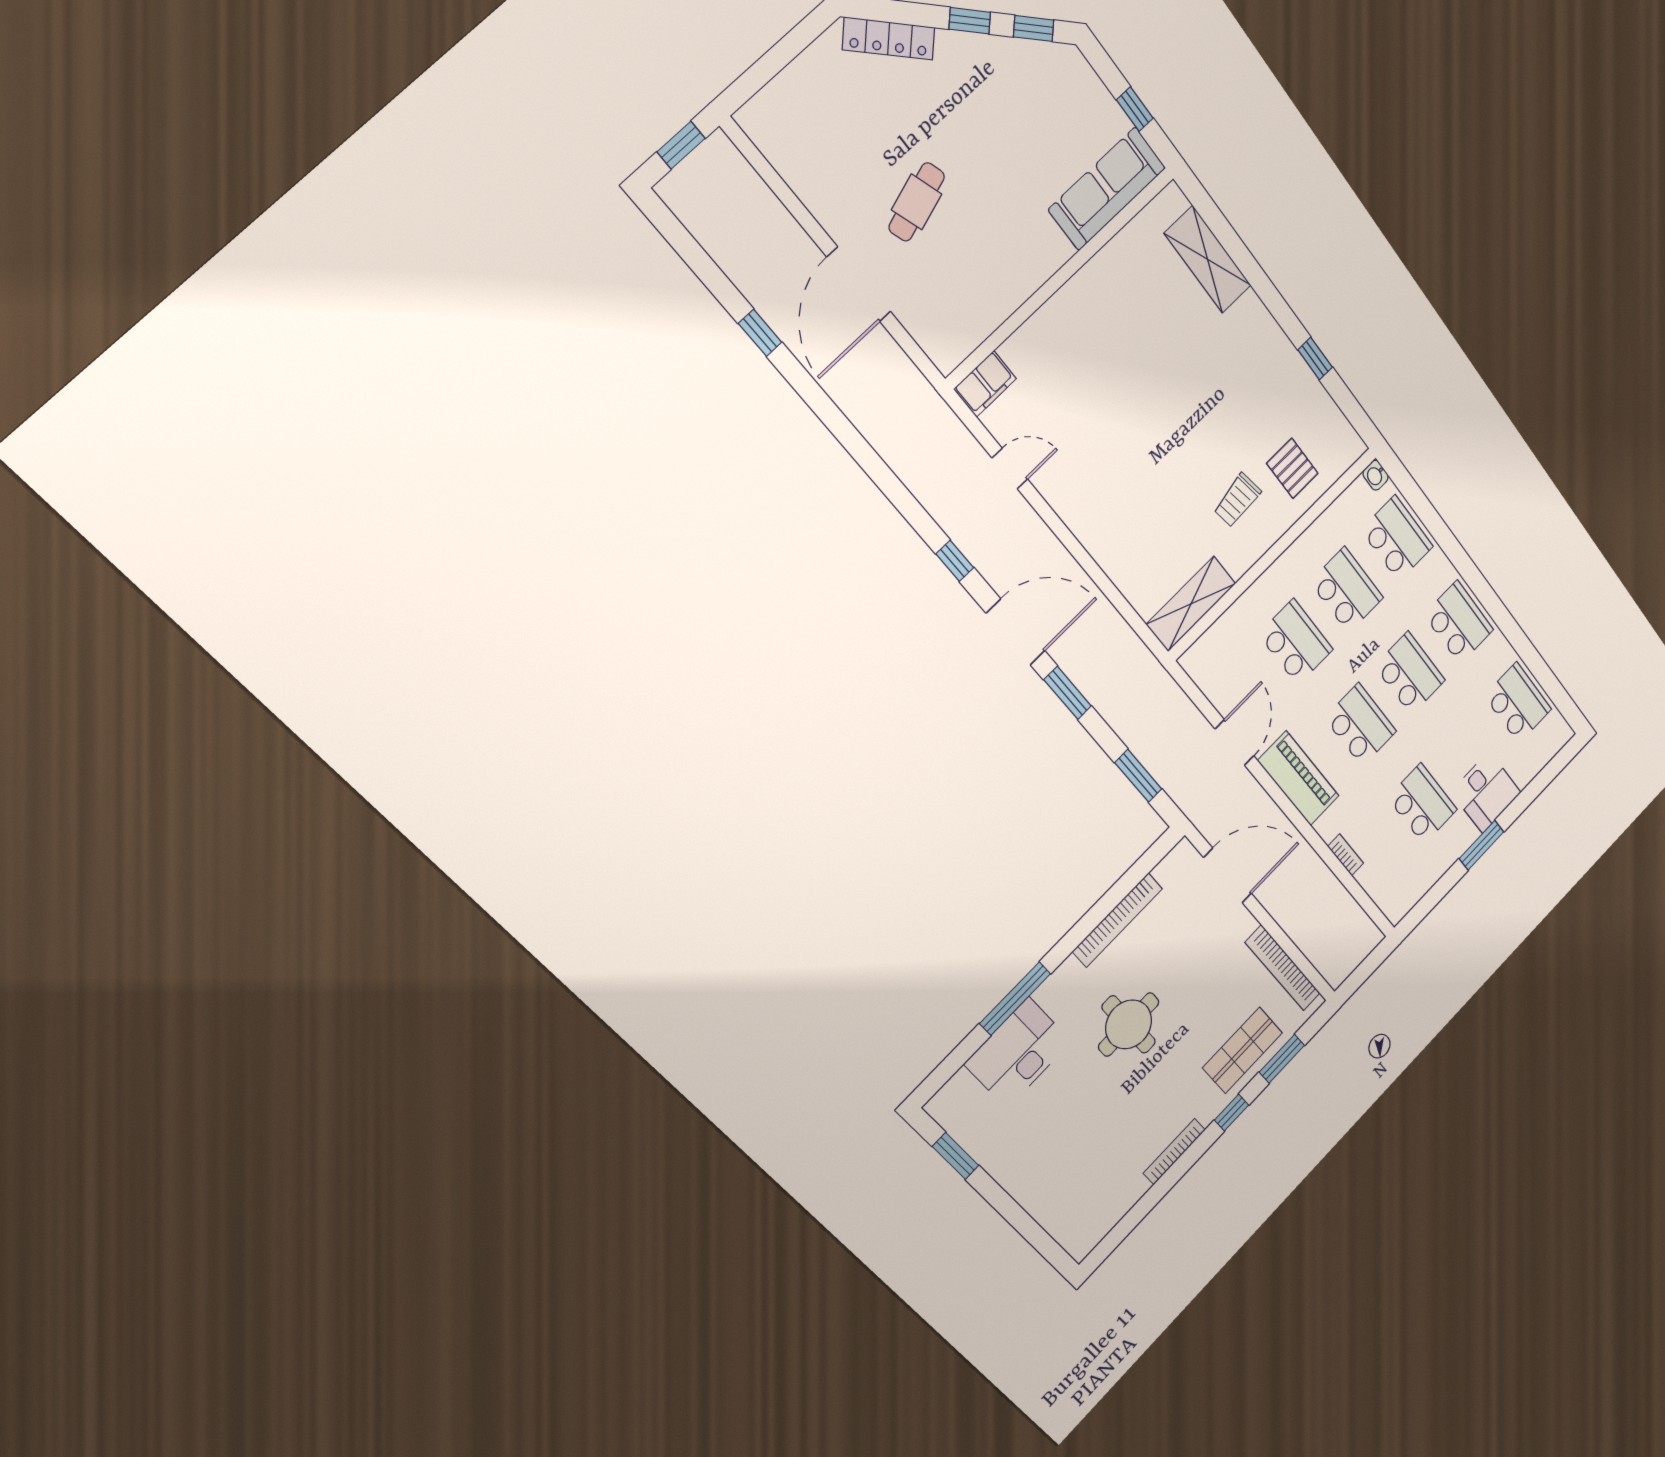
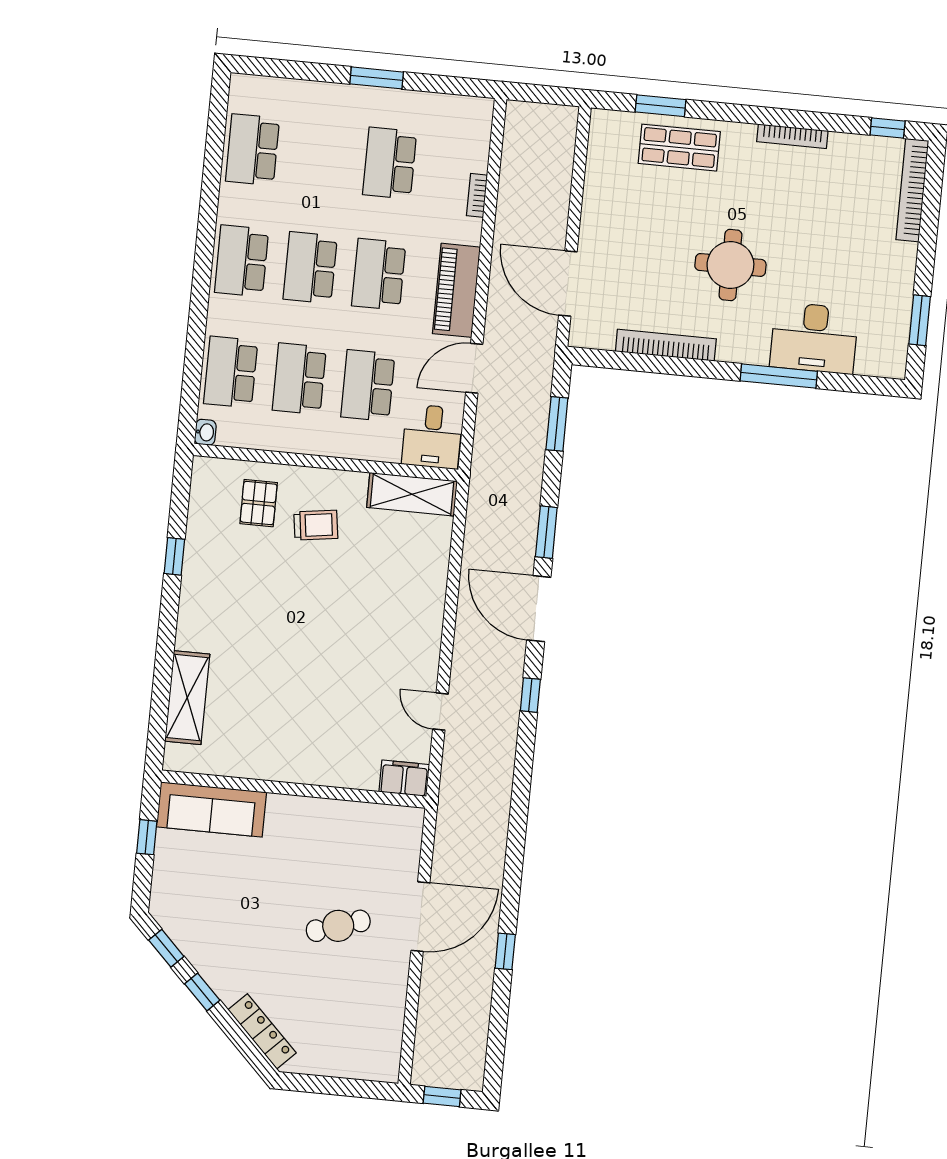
desk: (1486, 792) -> (432, 437), moved, turned 180
bookcase: (1283, 968) -> (912, 190), moved, turned 180
window: (1232, 1113) -> (888, 128), moved

